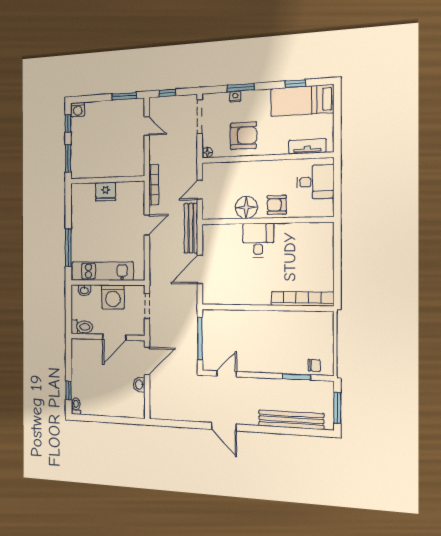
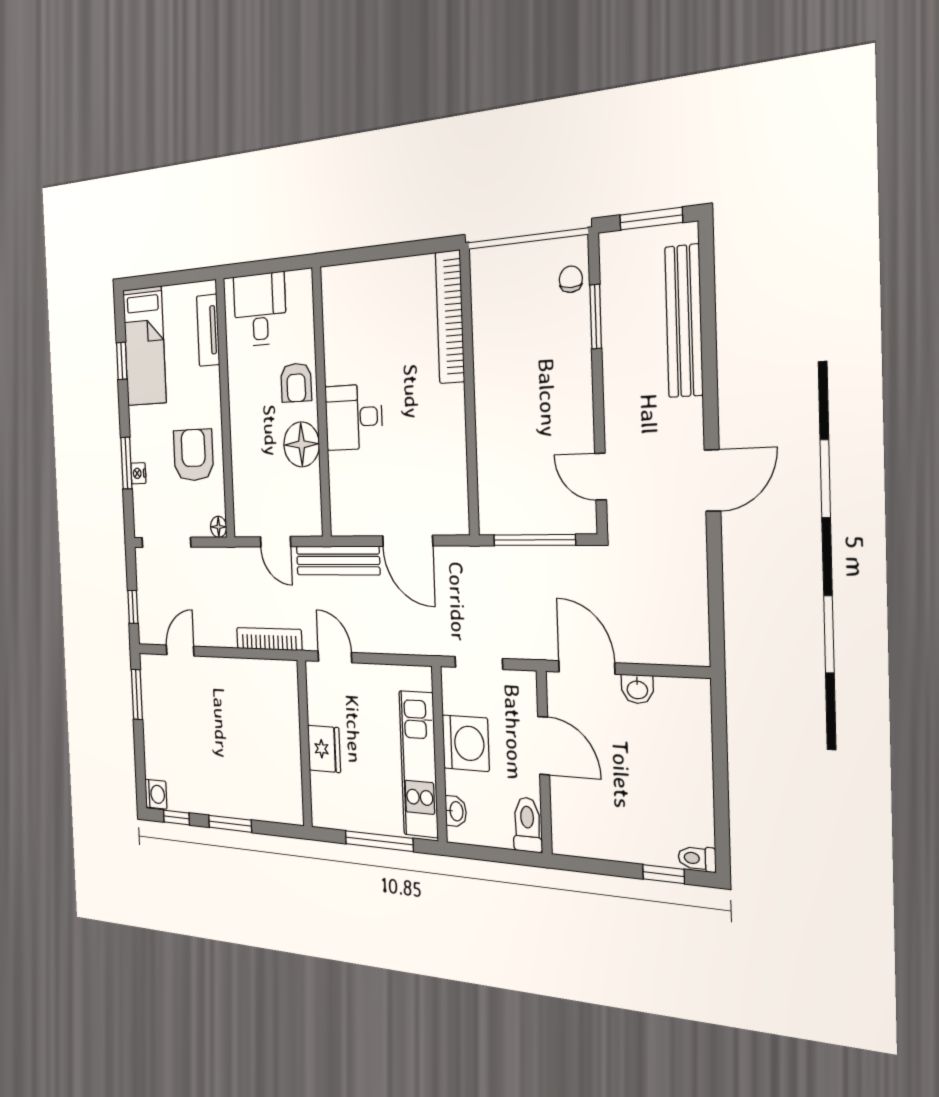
wall: (107, 180) -> (305, 744), moved
fridge: (106, 191) -> (324, 749), moved

